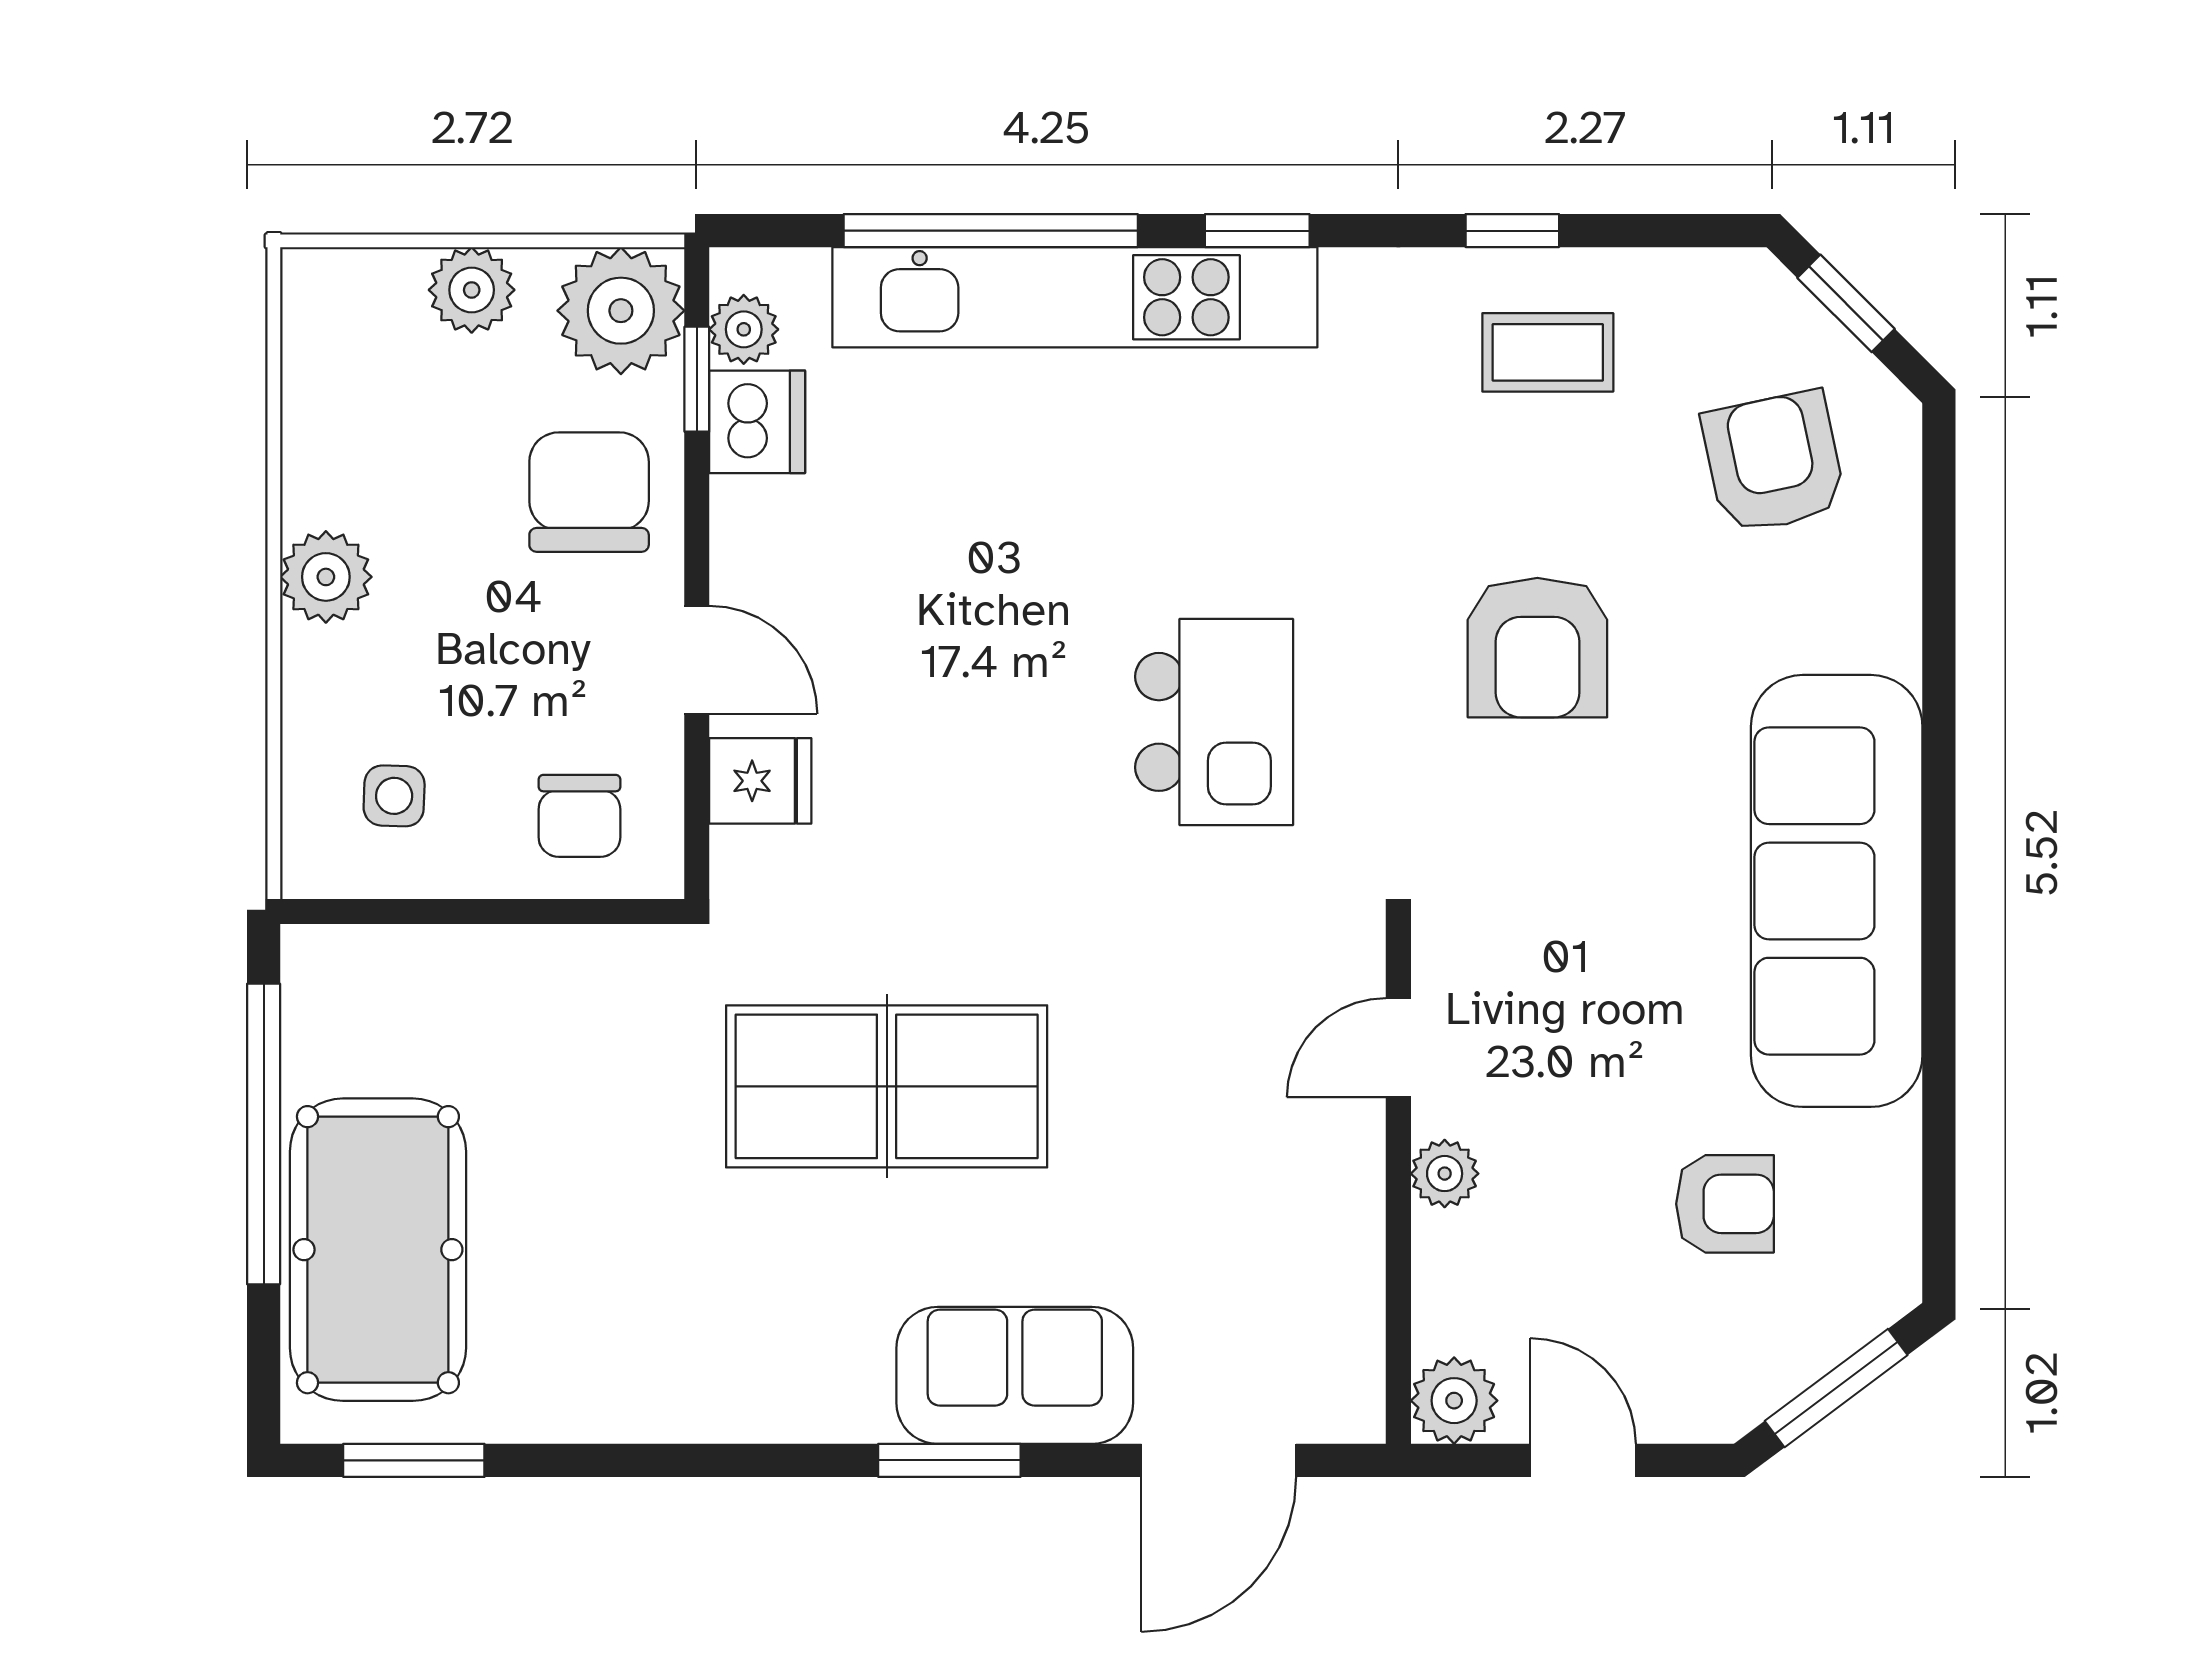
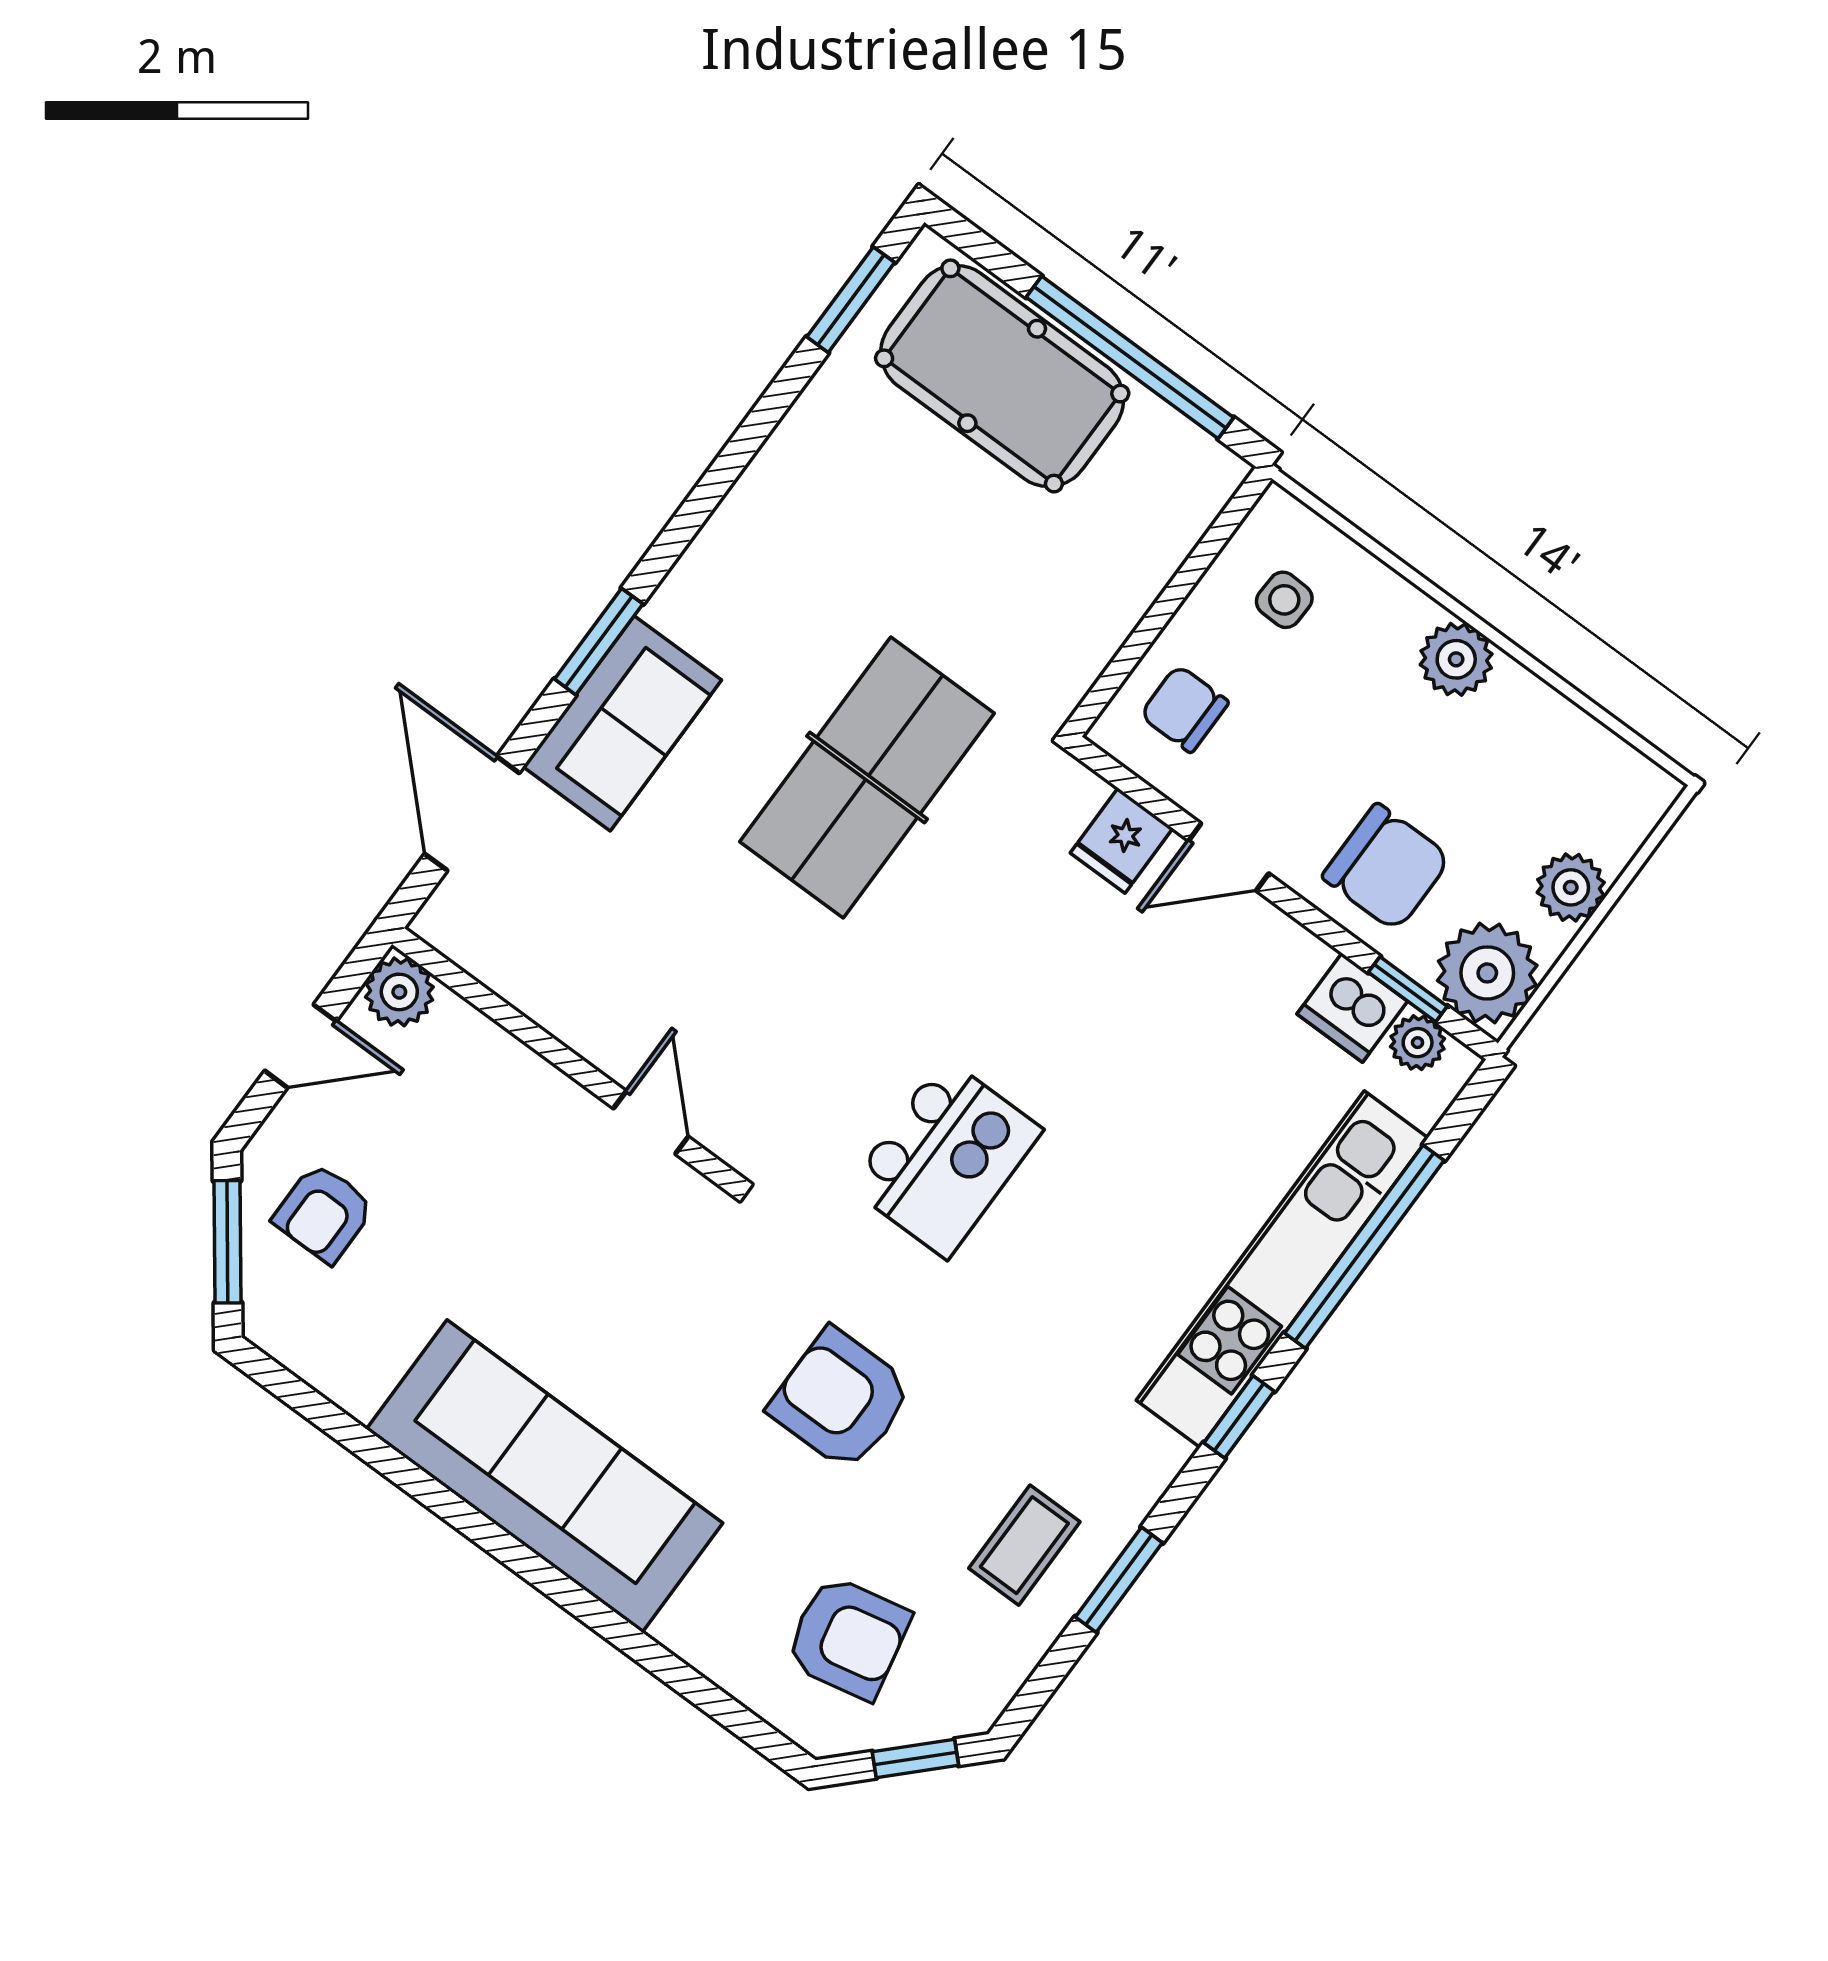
window: (1512, 231) -> (1119, 1580), width x1.50
kitchen island: (1214, 722) -> (946, 1158), turned -90
plant: (1445, 1174) -> (549, 1093), removed
armchair: (1725, 1204) -> (324, 1213), moved

